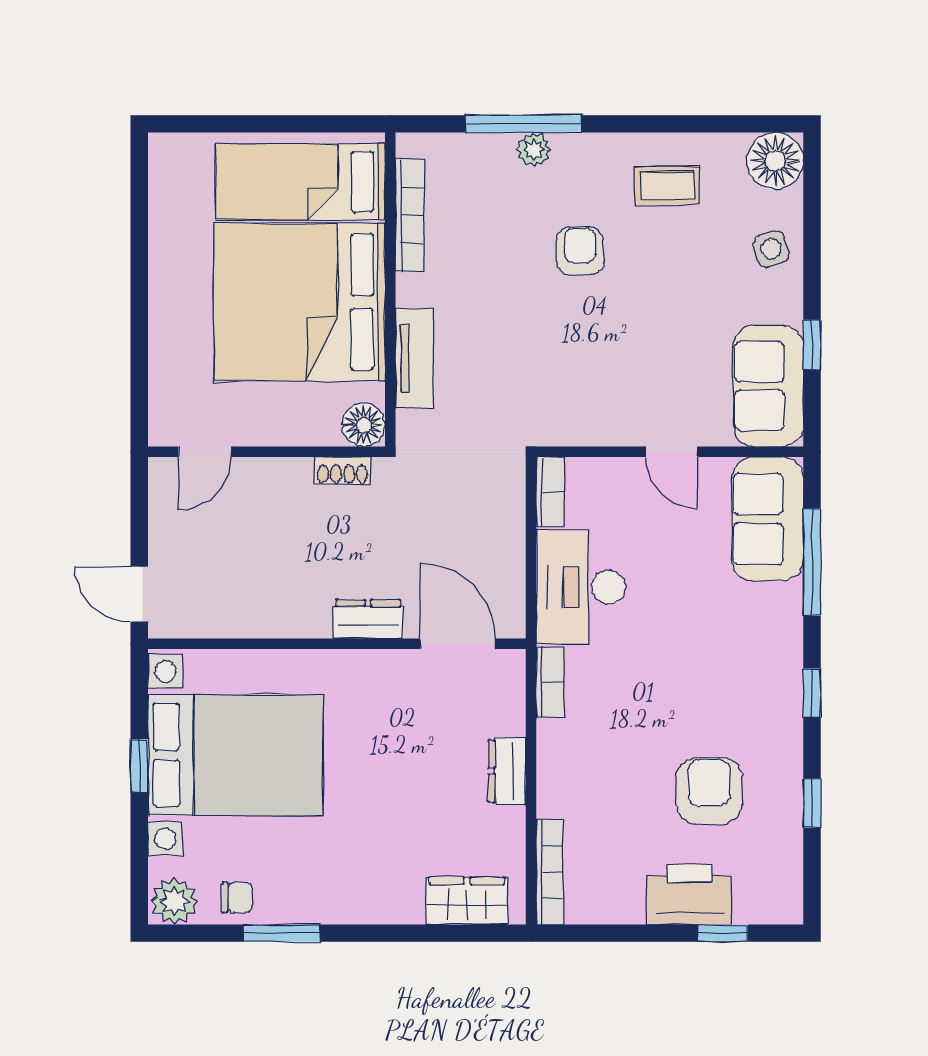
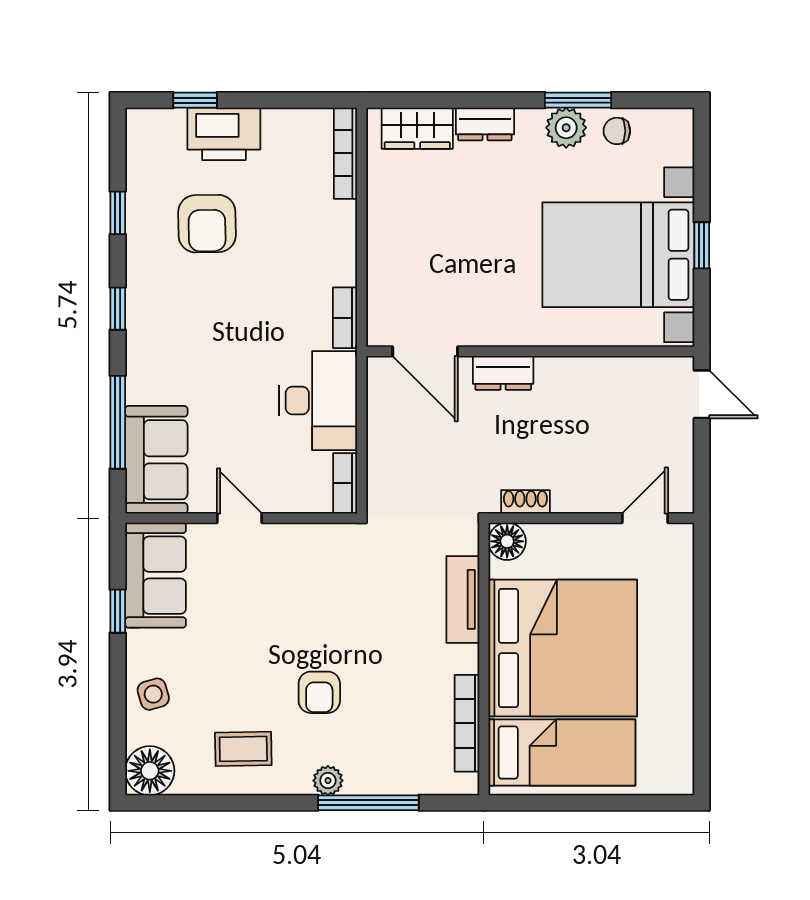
plant: (534, 149) -> (328, 781), moved
dresser: (507, 771) -> (485, 124), moved, turned 90
plant: (174, 901) -> (566, 128), moved

